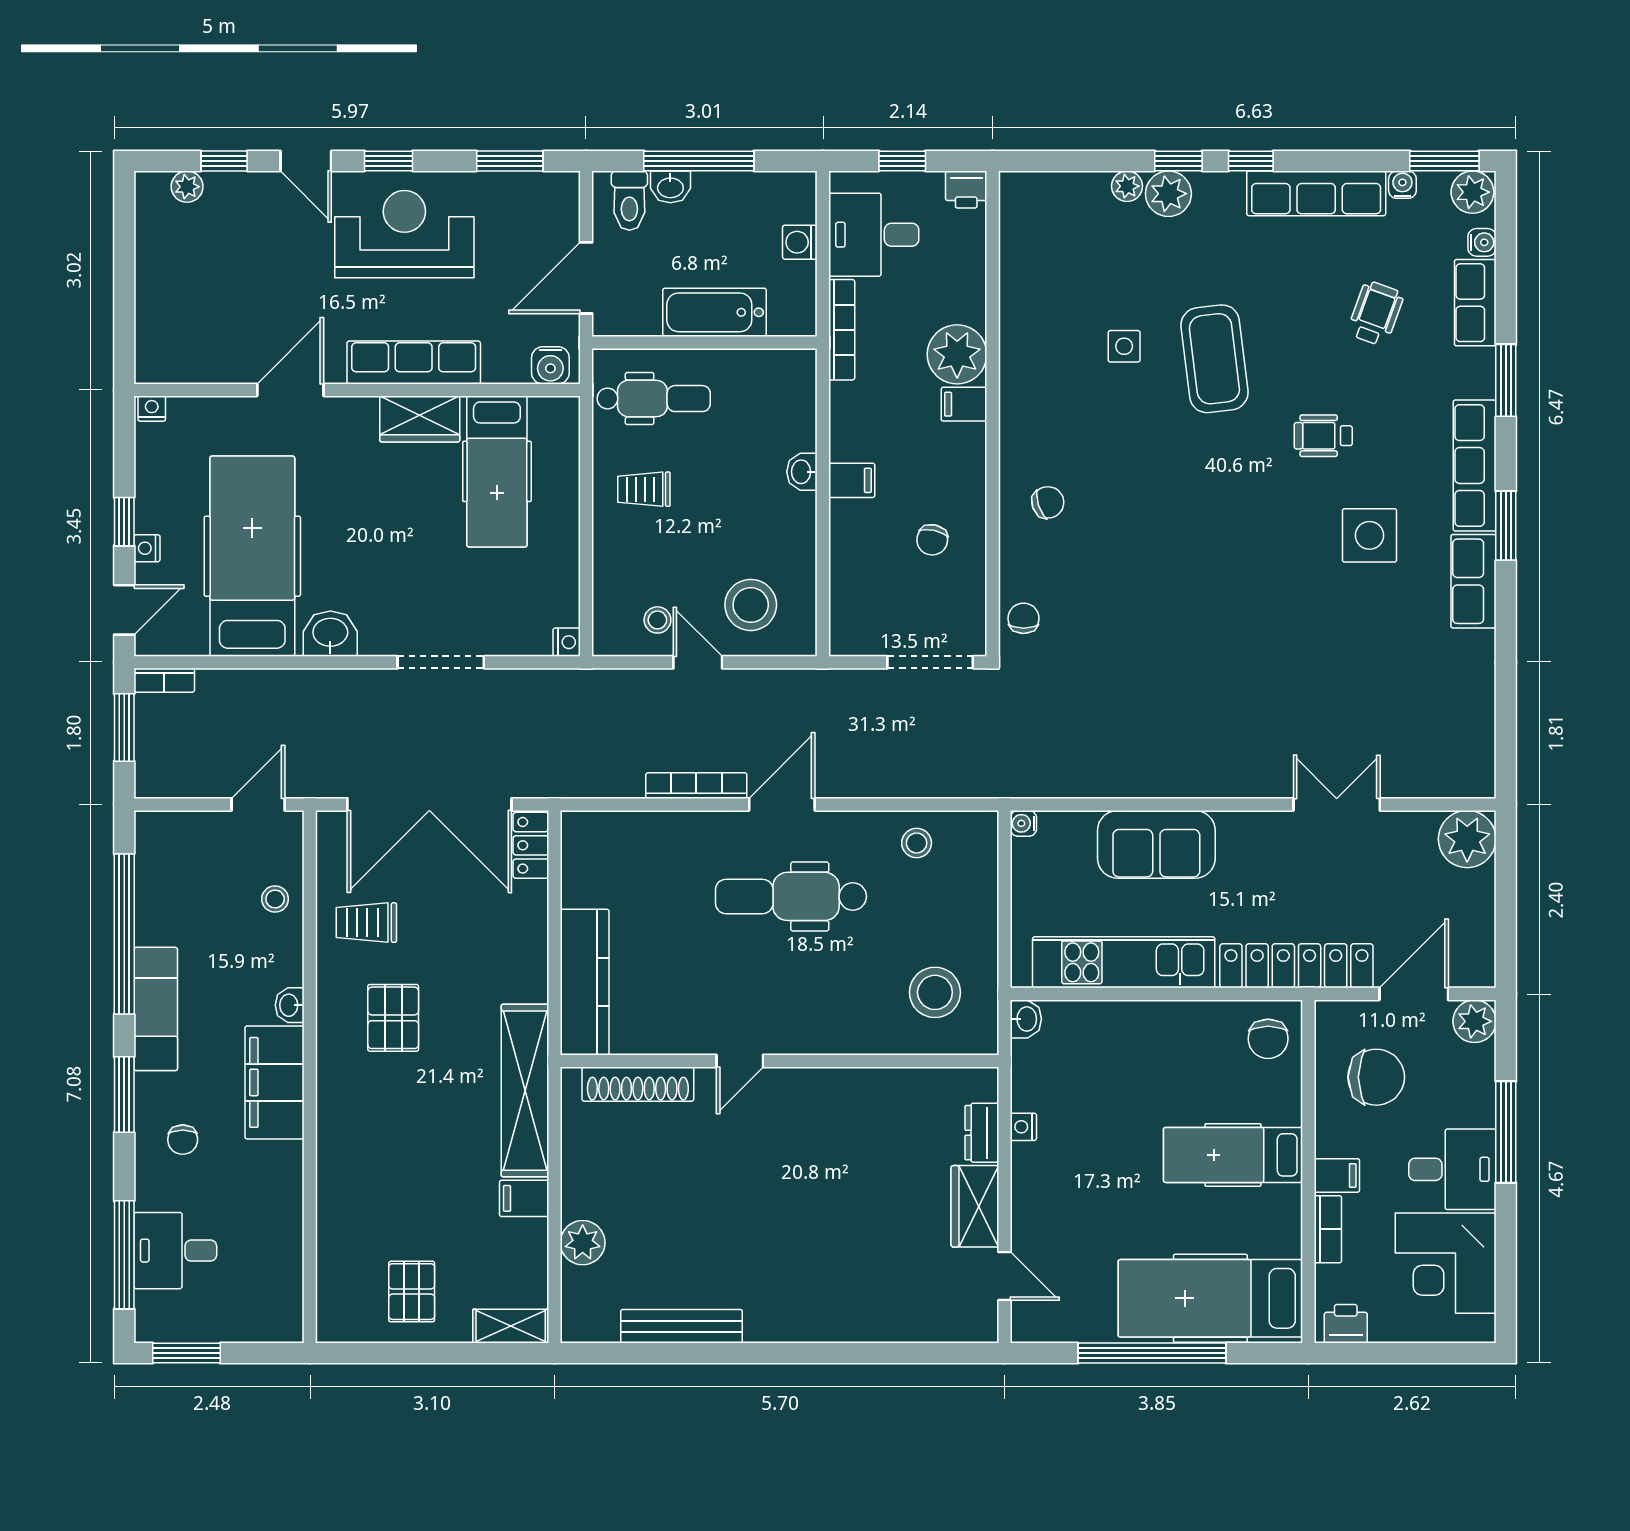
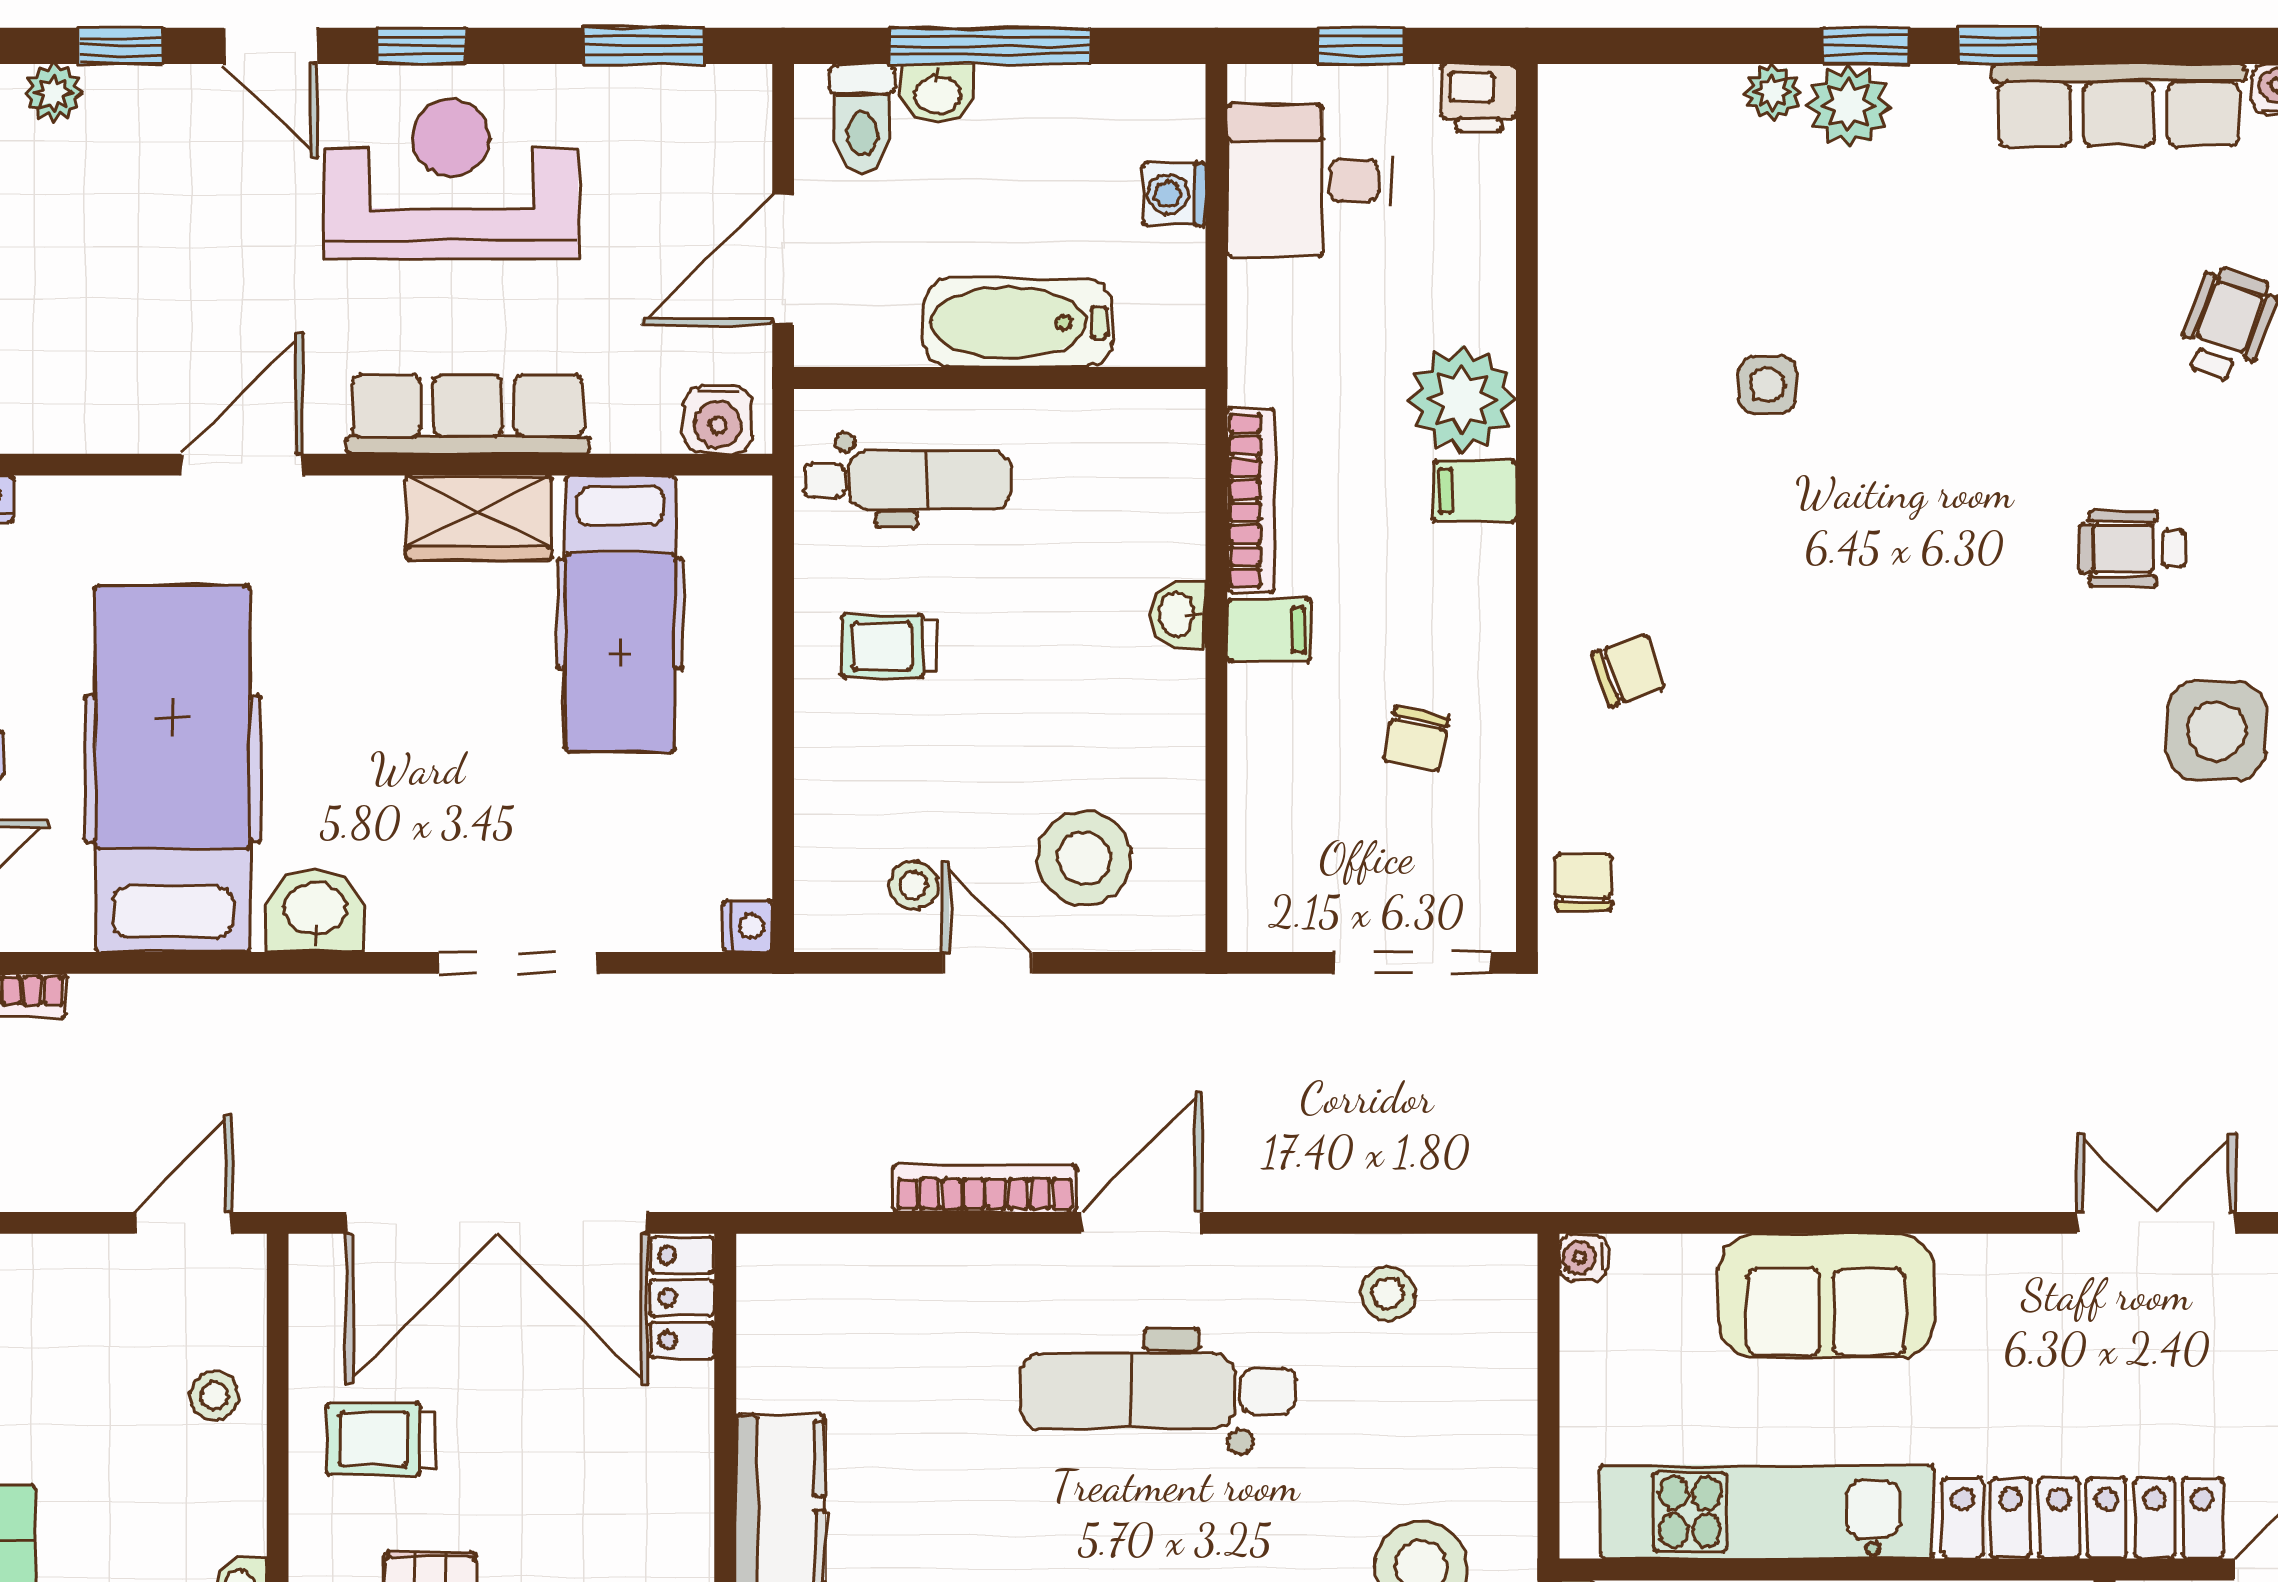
bookcase: (842, 330) -> (1251, 501), moved
coffee table: (1214, 359) -> (1933, 408), removed

